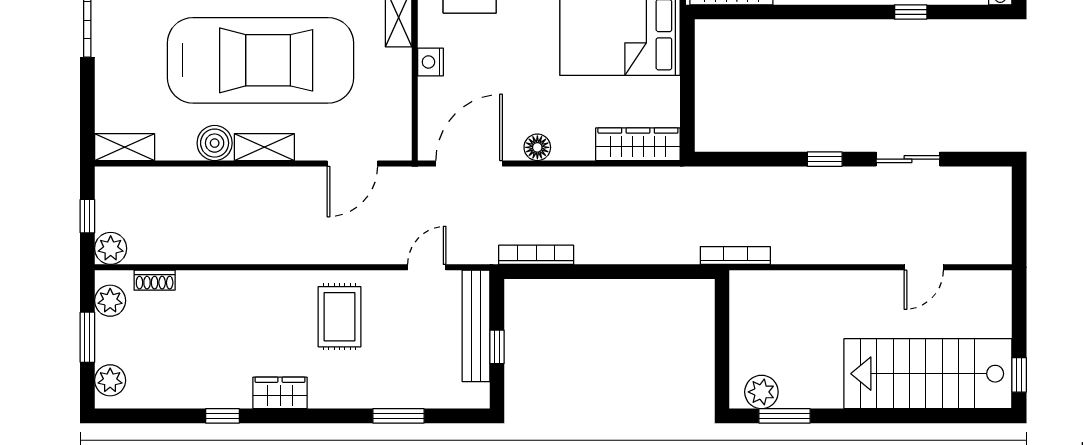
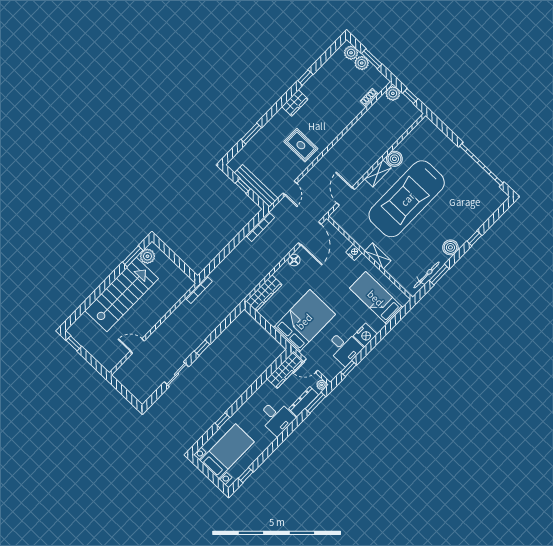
shelving: (125, 147) -> (421, 129), removed
door: (924, 267) -> (137, 346), hinge flipped
plant: (110, 301) -> (362, 63), moved
stairs: (928, 374) -> (122, 295), moved

